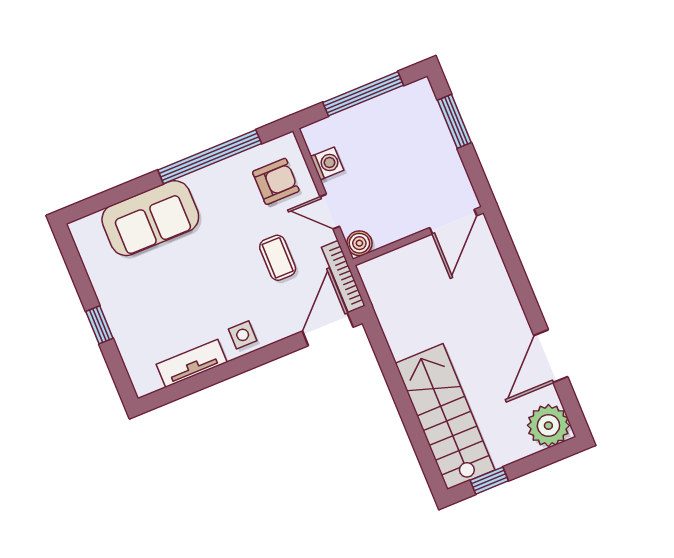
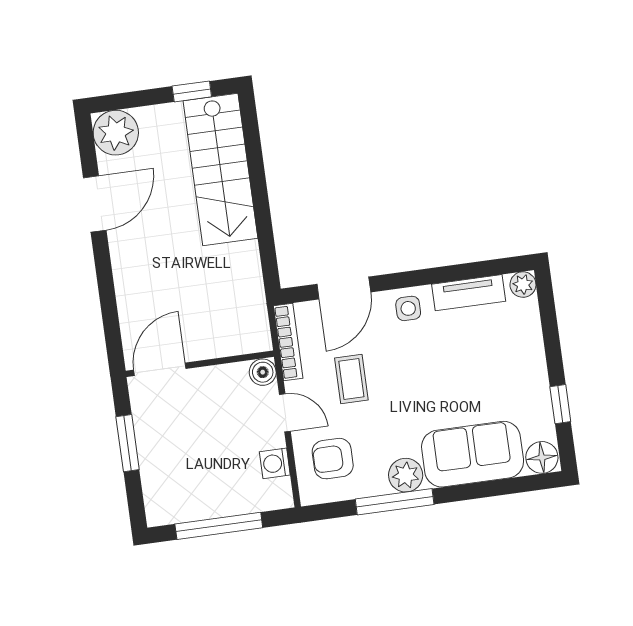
window: (454, 121) -> (128, 443), moved
window: (210, 157) -> (395, 502), width x0.68
plant: (206, 183) -> (406, 475), added
floor lamp: (87, 231) -> (542, 457), added
window: (99, 325) -> (560, 404), moved
door: (328, 329) -> (344, 288), moved
plant: (144, 383) -> (523, 285), added

